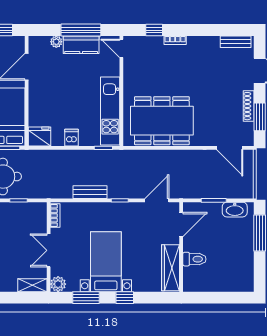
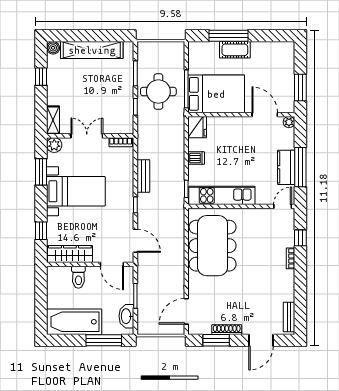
plant: (56, 42) -> (289, 122), moved
bathtub: (240, 264) -> (74, 322), added
window: (125, 298) -> (41, 231), moved

